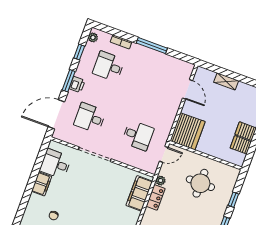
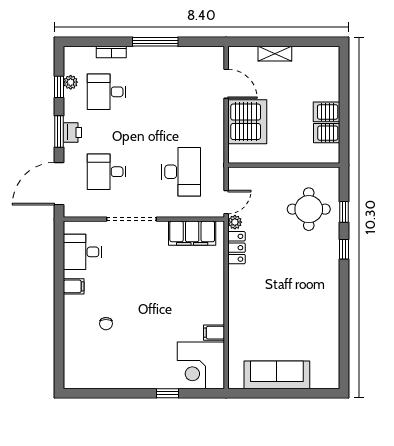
plant: (93, 37) -> (71, 82), moved
server rack: (188, 131) -> (247, 122), moved
desk: (138, 135) -> (181, 172), width x1.37
door: (164, 154) -> (226, 202), moved
round table: (200, 183) -> (309, 209), moved
filing cabinet: (42, 184) -> (74, 286), width x0.50
filing cabinet: (139, 193) -> (192, 233), moved, turned -90

